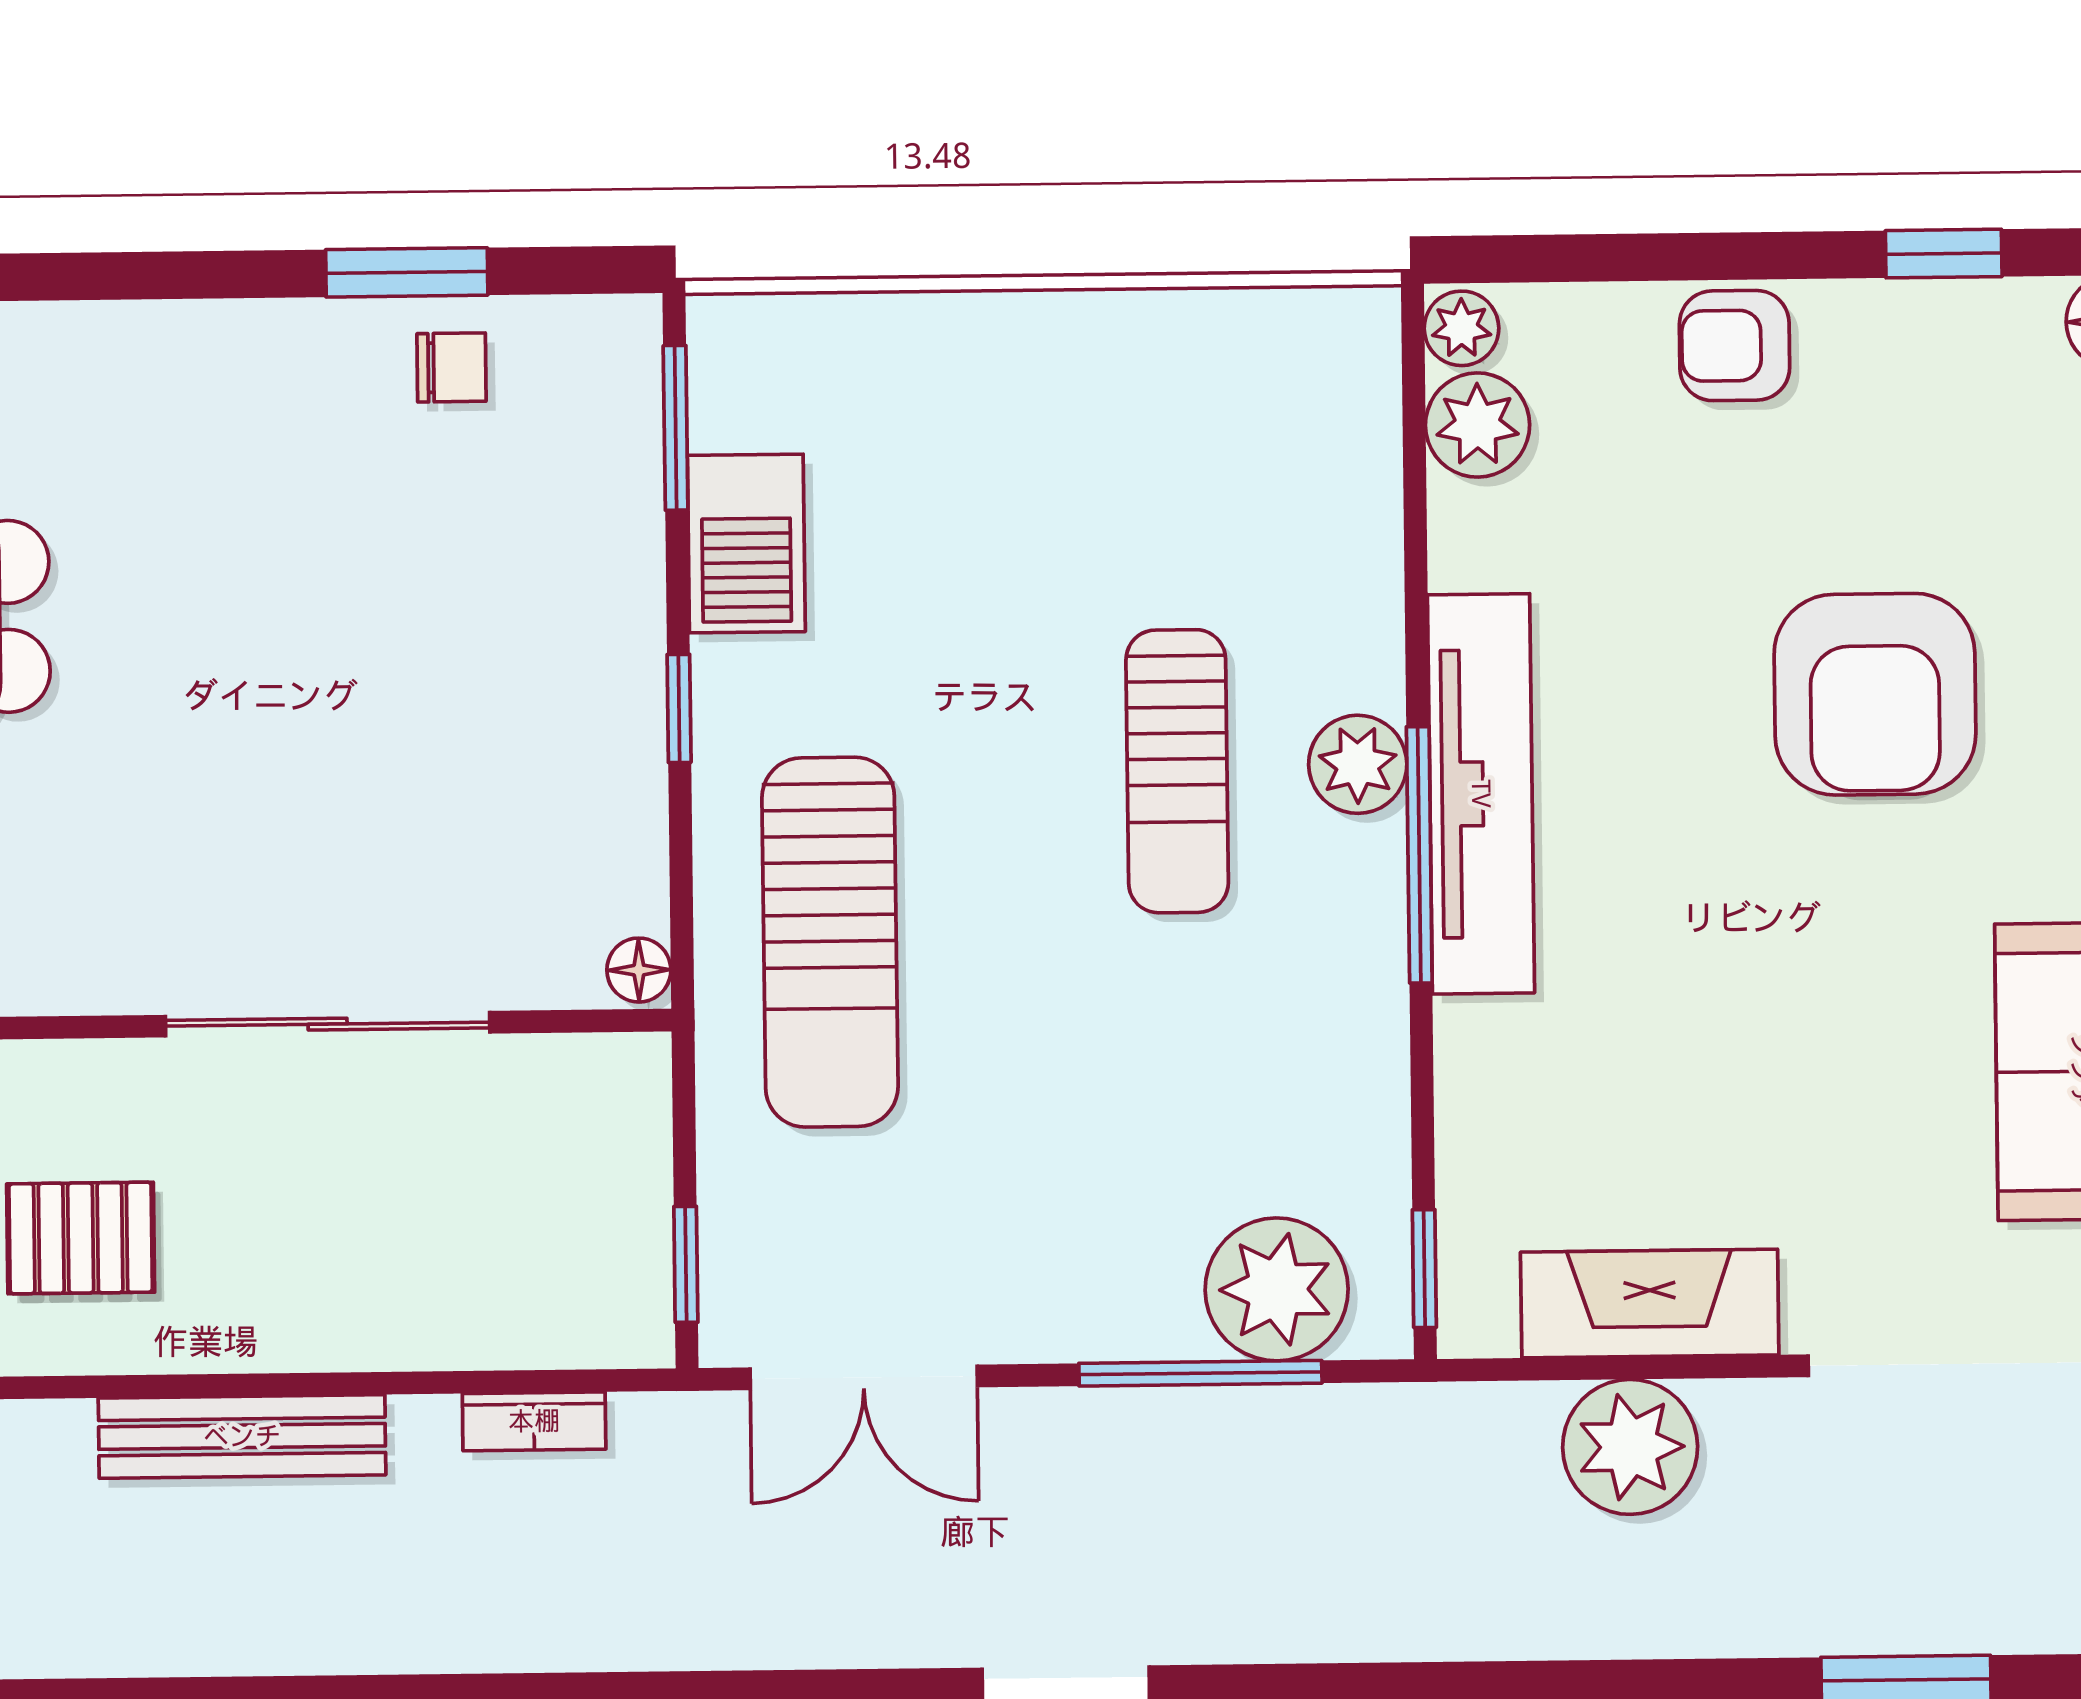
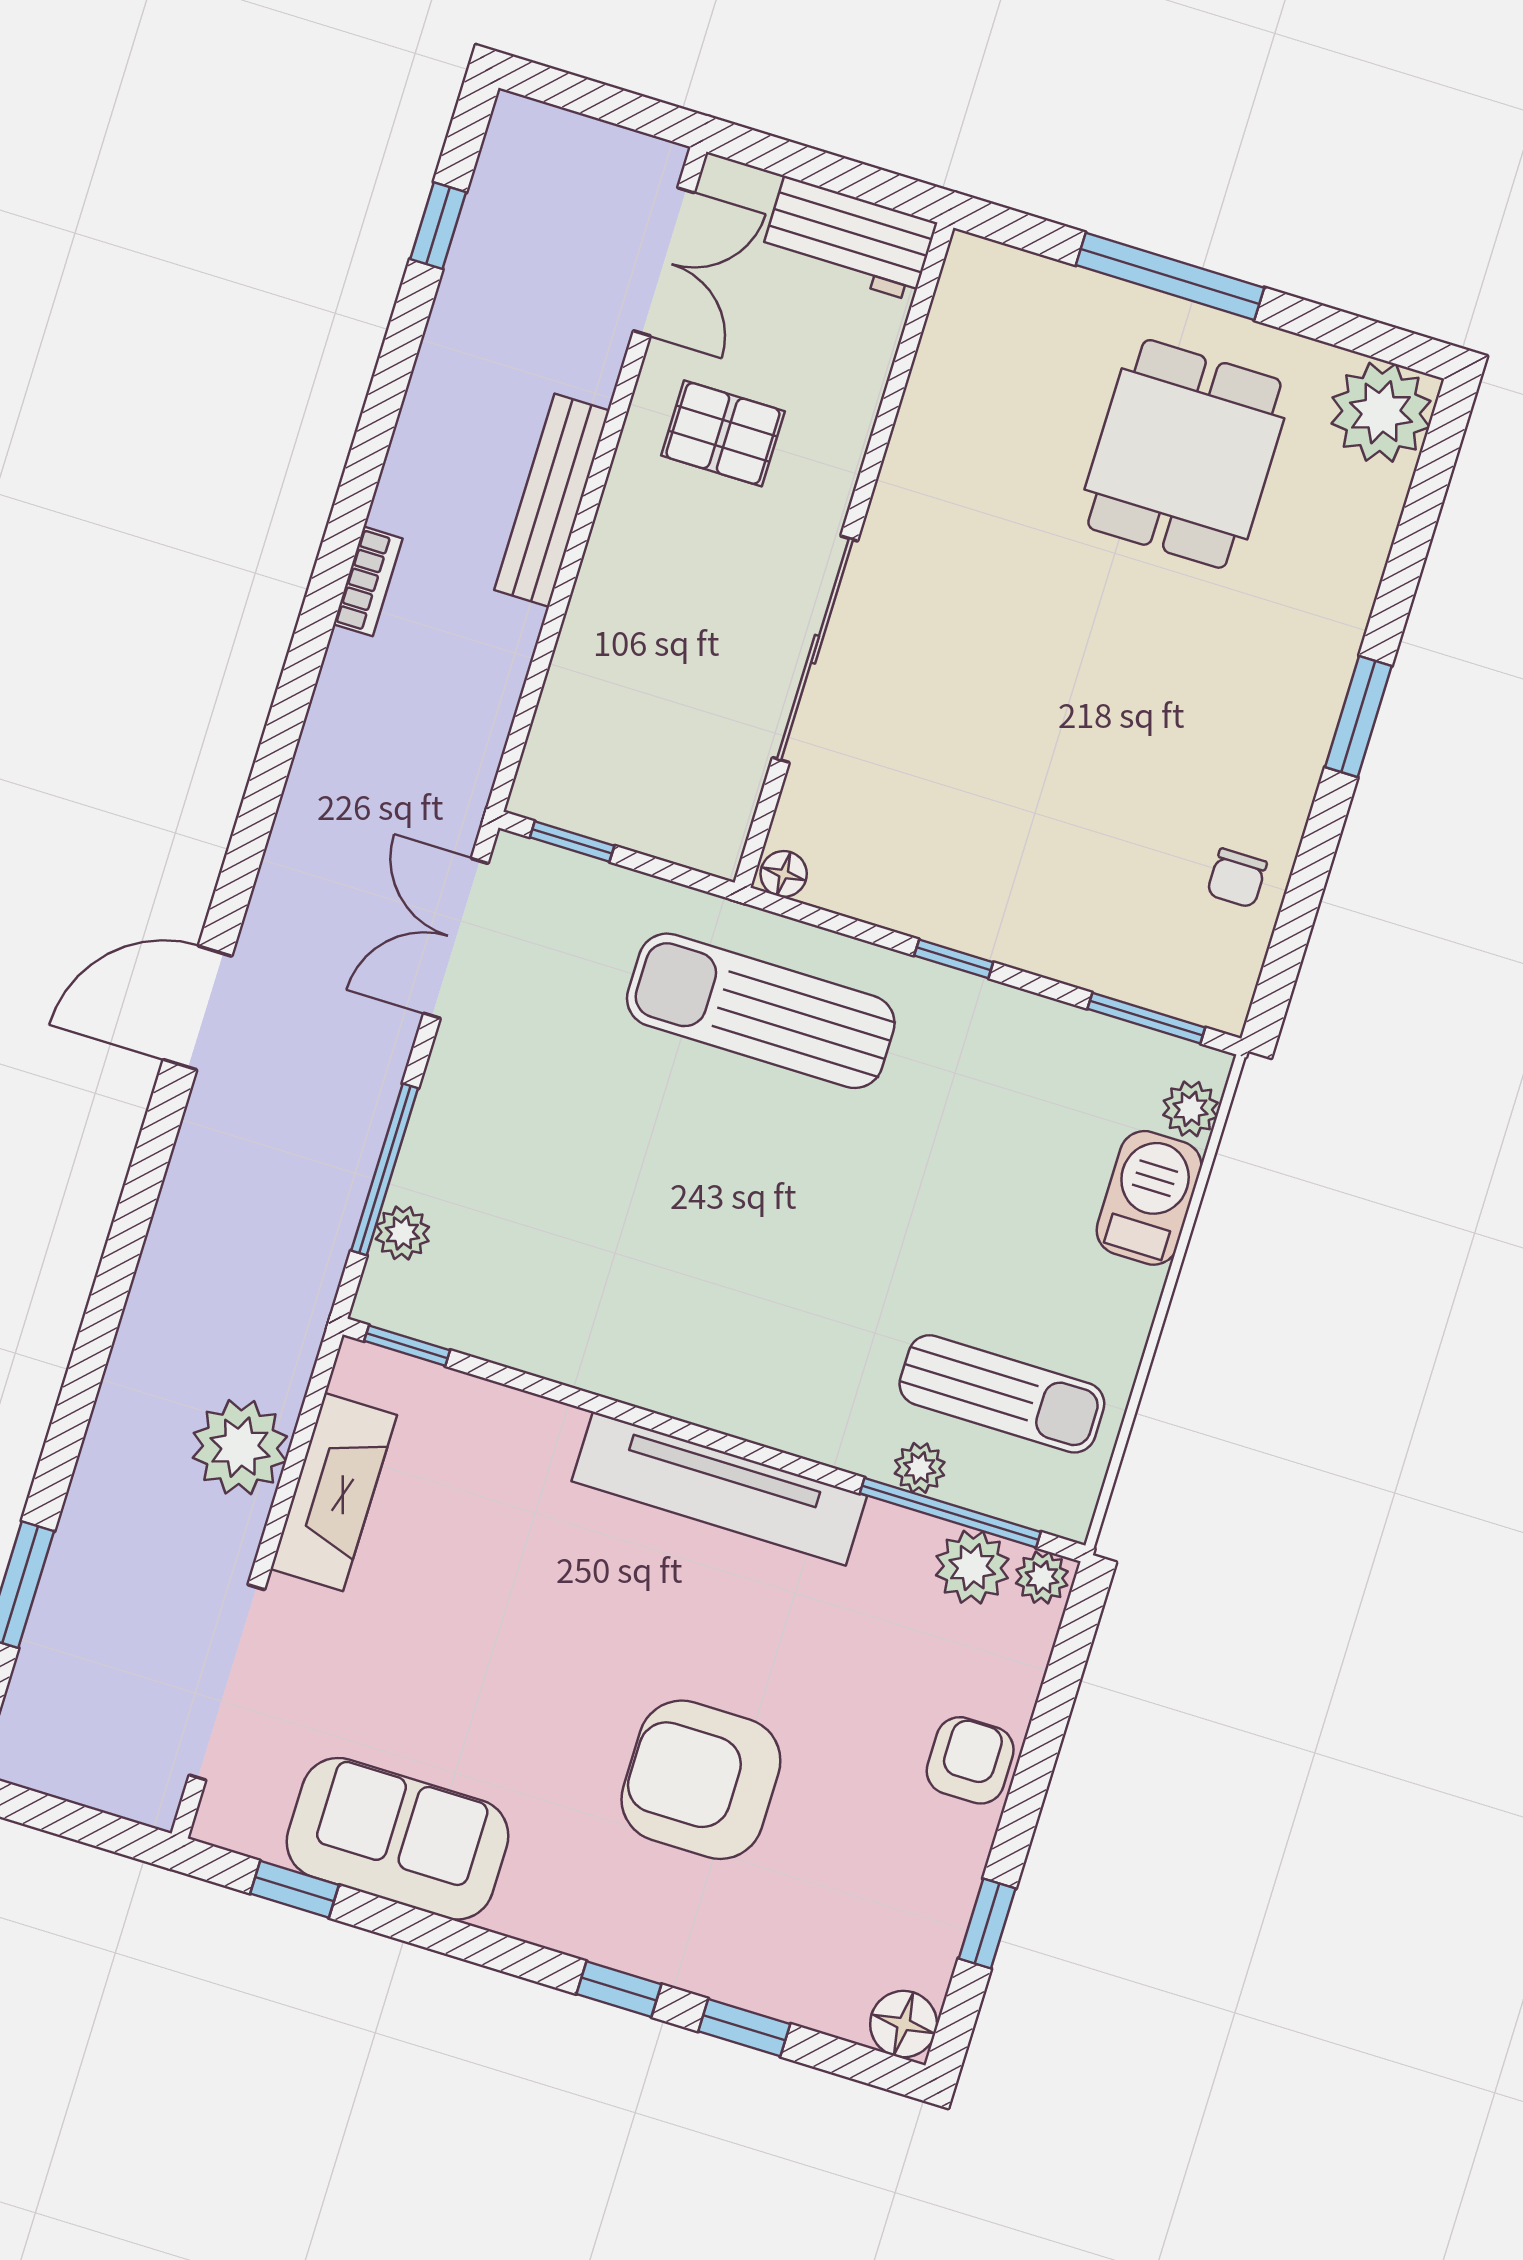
window: (407, 272) -> (1358, 717), moved
plant: (777, 331) -> (1190, 1109), added
barbecue: (746, 543) -> (1149, 1198), moved, turned 90
plant: (1358, 764) -> (920, 1468), moved, width x0.73, depth x0.73
sun lounger: (1177, 771) -> (1002, 1394), moved, turned 180
window: (1419, 855) -> (950, 1513), moved
pallet: (81, 1238) -> (723, 433), turned 90
plant: (1277, 1289) -> (402, 1233), width x0.53, depth x0.53
bookcase: (534, 1421) -> (368, 581), moved, turned 180

